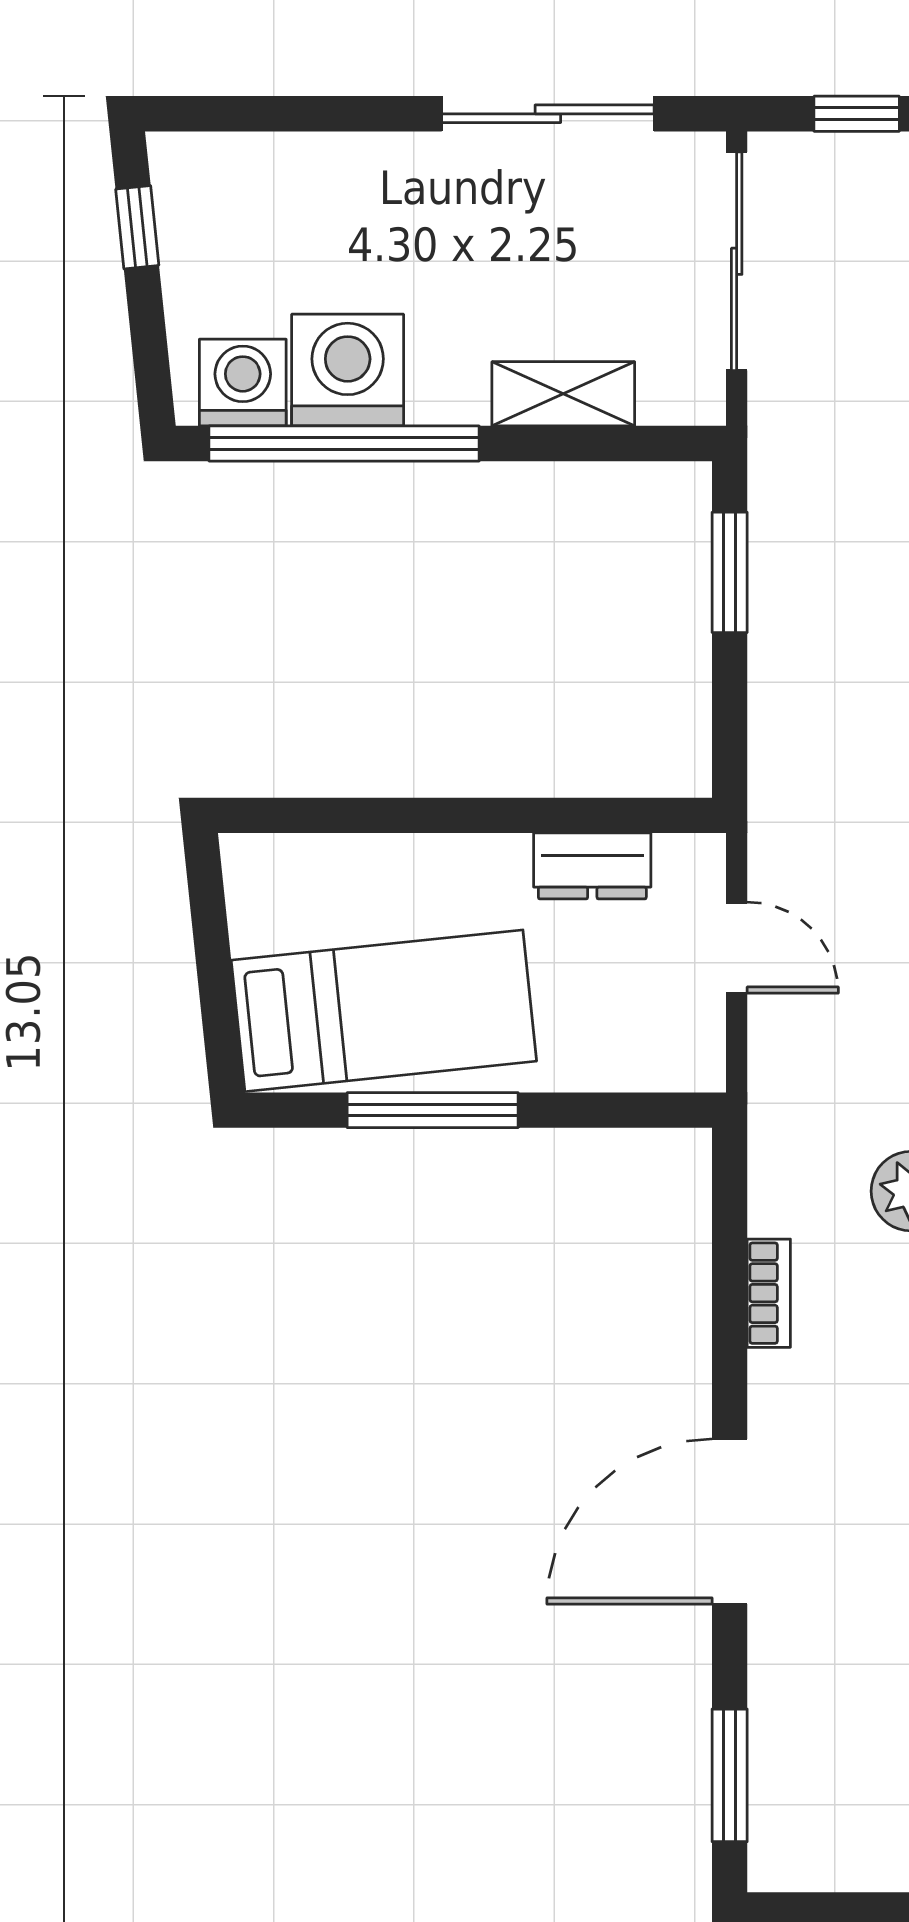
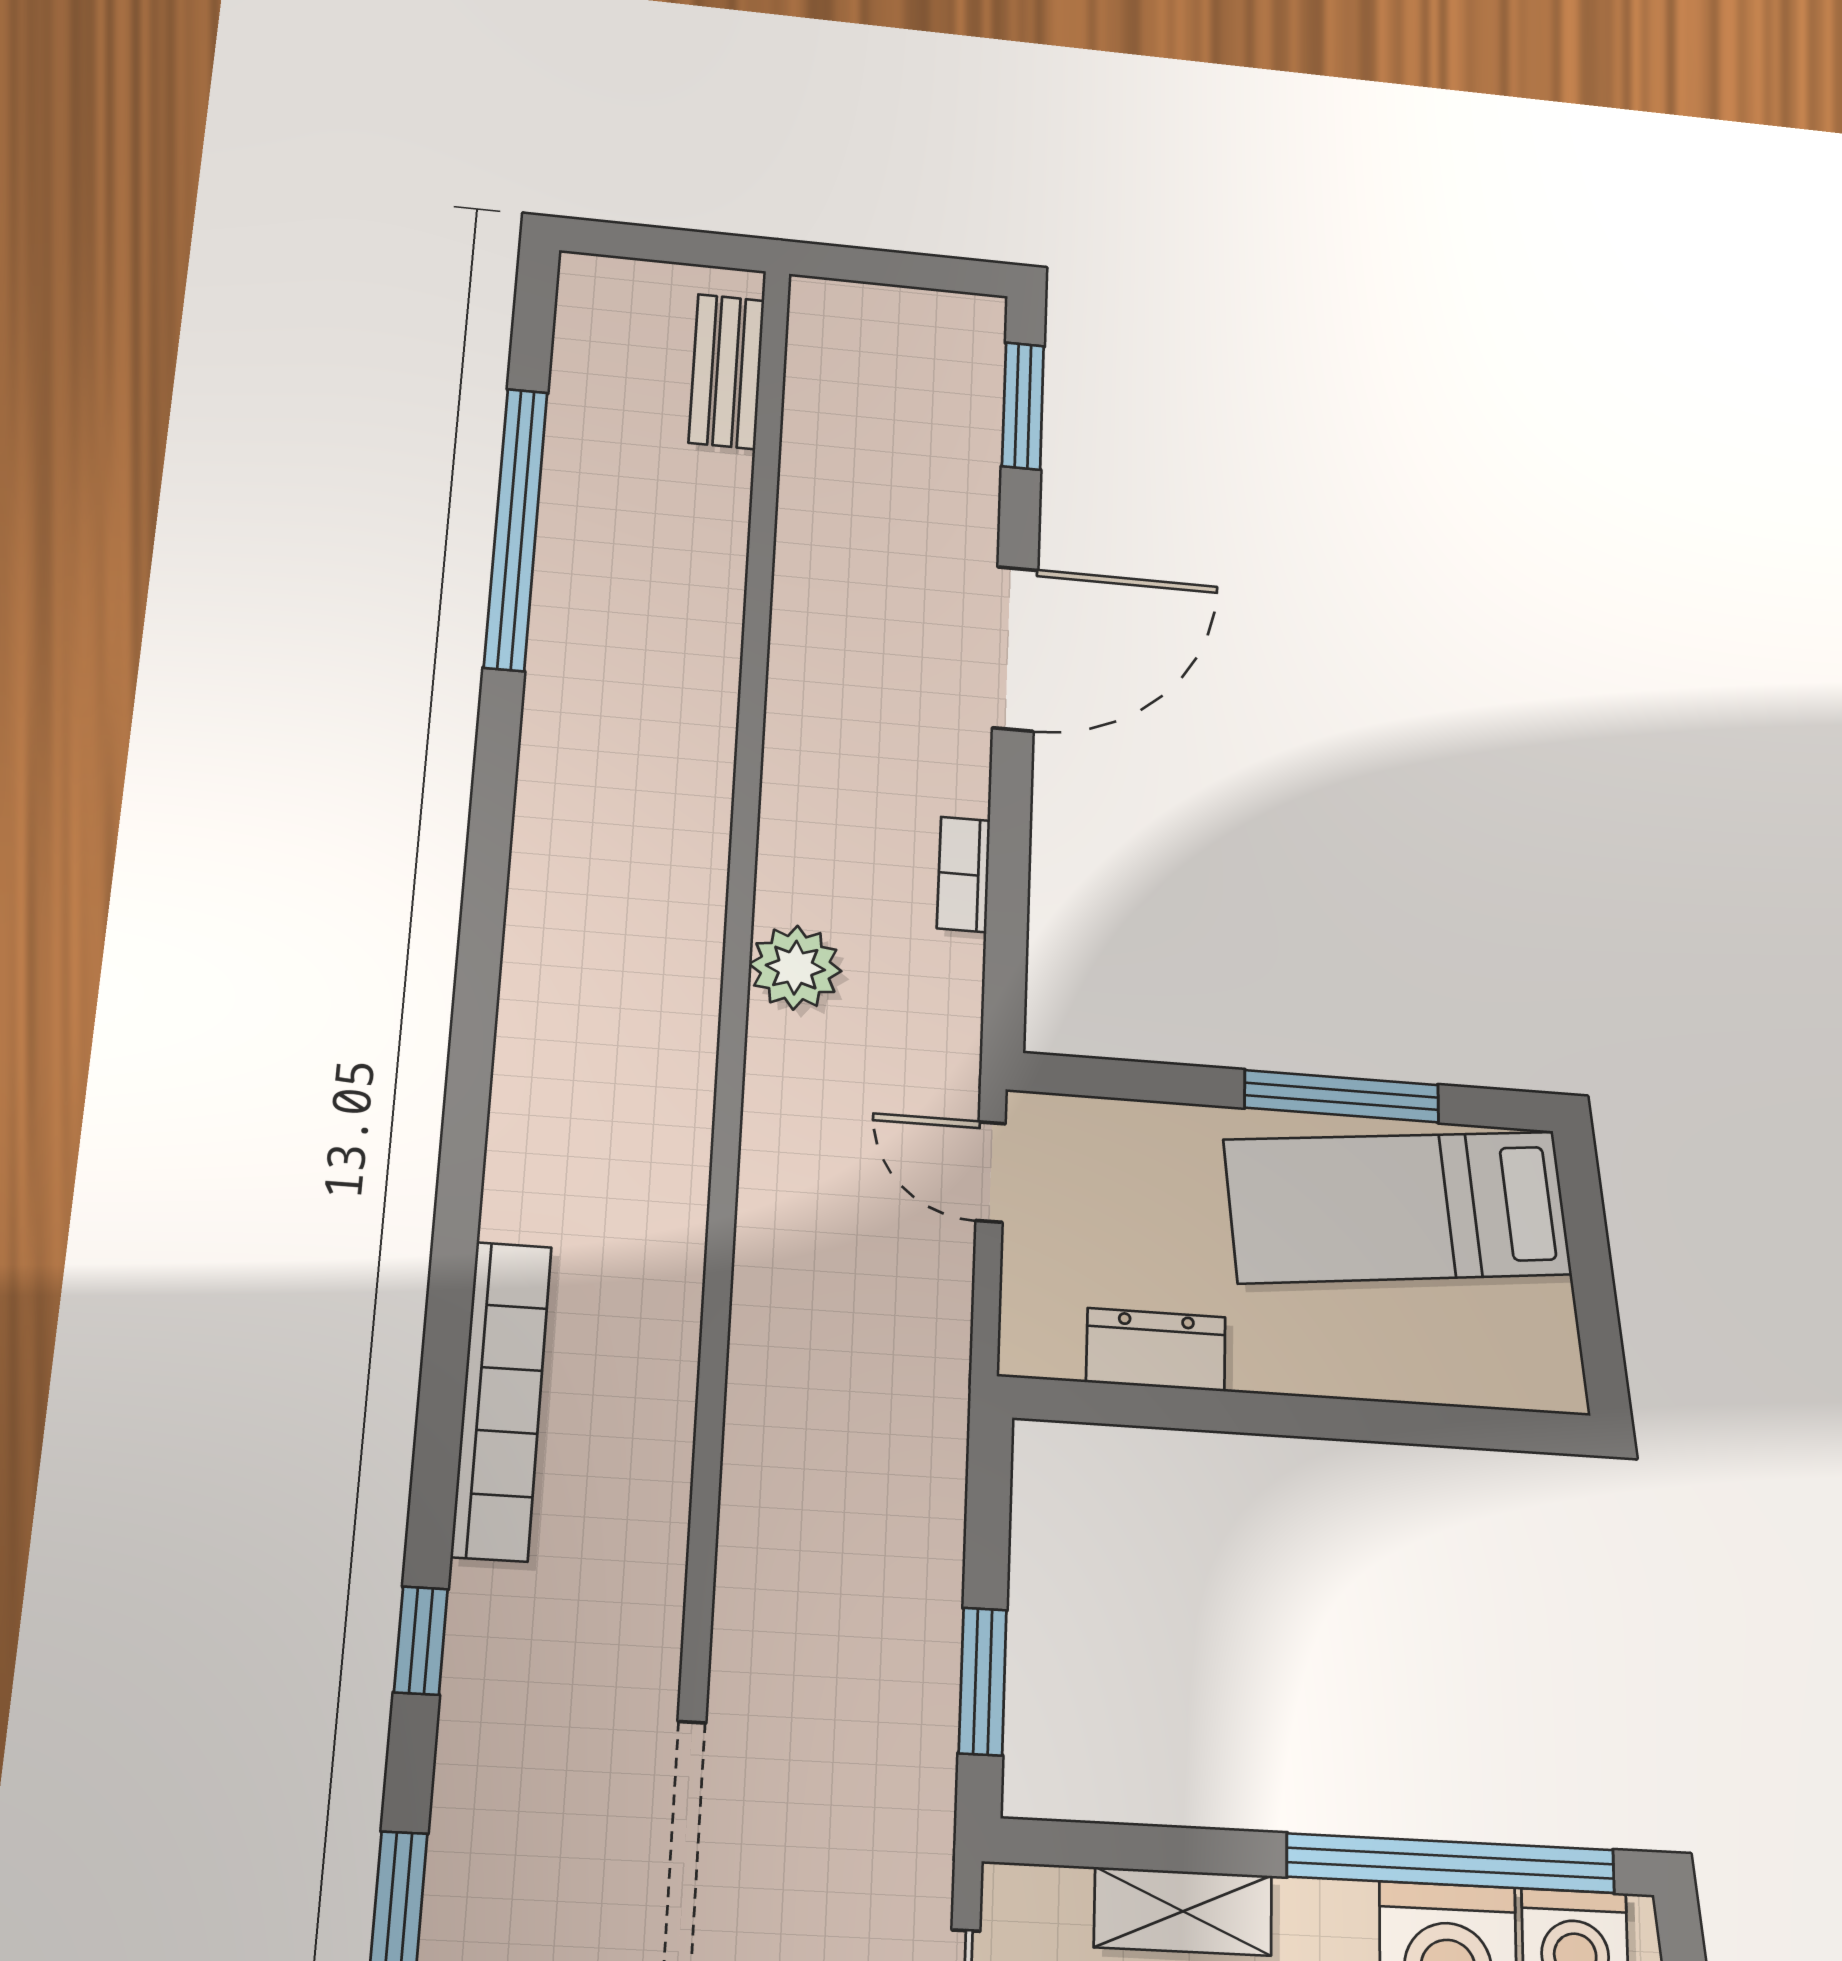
door: (737, 948) -> (991, 1172), moved

